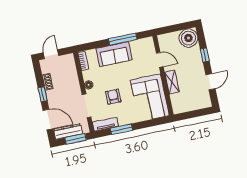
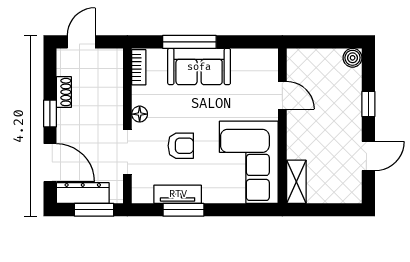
boiler: (188, 38) -> (353, 58), width x0.54, depth x0.54
window: (123, 39) -> (189, 42), moved
shelving: (172, 82) -> (296, 182), moved
armchair: (113, 97) -> (181, 146), turned 90
tv unit: (105, 124) -> (178, 194), moved

